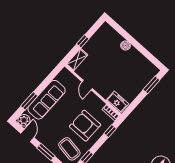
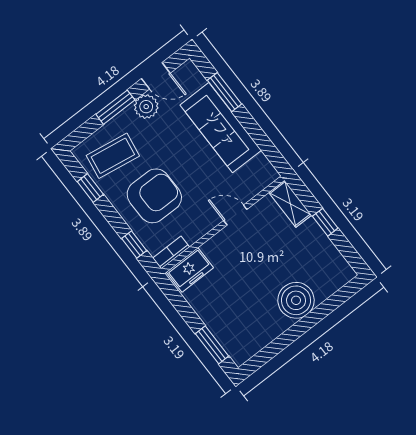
boiler: (125, 45) -> (296, 300), width x1.86, depth x1.86
plant: (24, 120) -> (146, 107), moved

